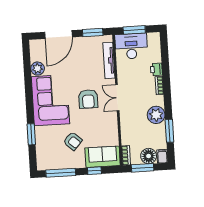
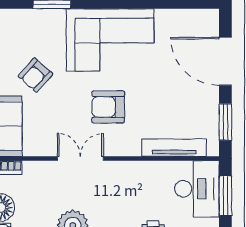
plant: (38, 69) -> (168, 21), removed
double door: (117, 98) -> (80, 159), moved

